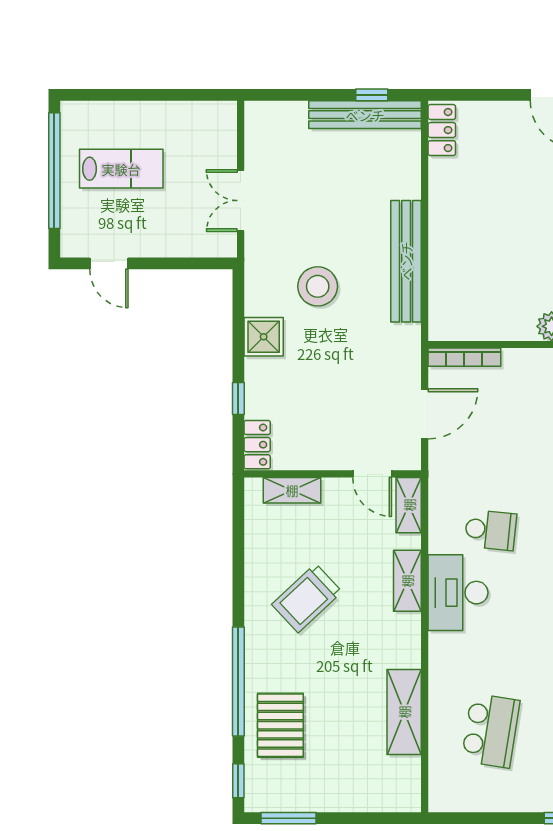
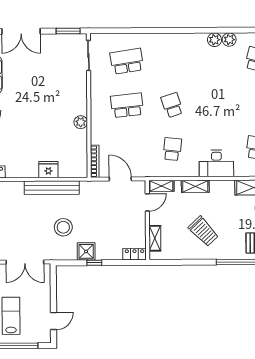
double door: (241, 201) -> (25, 262), width x1.37
fridge: (446, 254) -> (48, 170), added
window: (238, 398) -> (94, 263), moved
desk: (458, 593) -> (216, 163), moved

